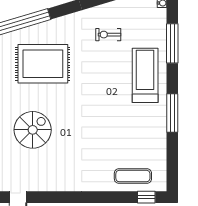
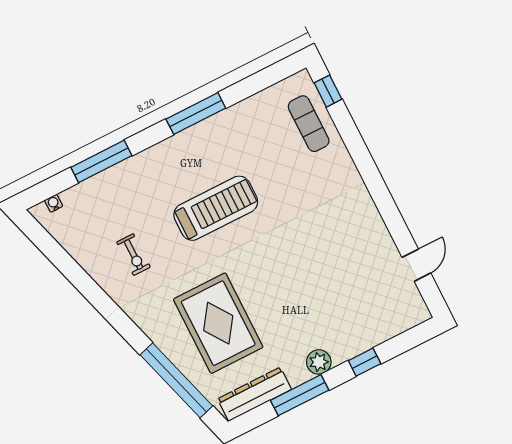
treadmill: (145, 75) -> (216, 208), moved, turned 180
spiral stairs: (33, 130) -> (315, 292), removed

